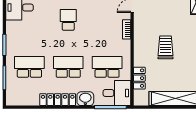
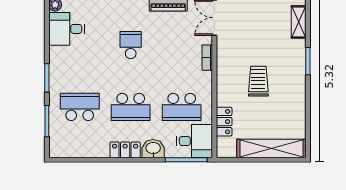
school desk: (68, 67) -> (131, 107), turned 180
school desk: (107, 67) -> (182, 107), turned 180
locker: (58, 100) -> (125, 150), width x0.66

